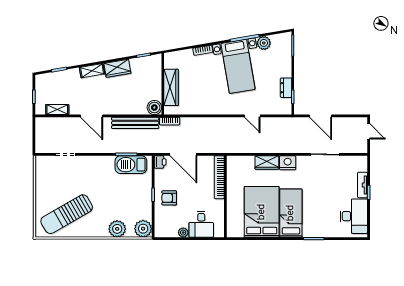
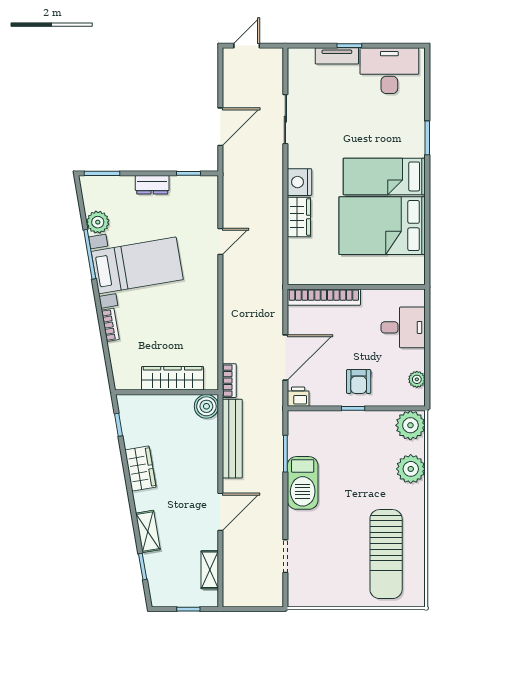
shelving: (92, 71) -> (148, 531), moved
dresser: (286, 88) -> (152, 185), moved
barbecue: (131, 165) -> (303, 483), moved
sun lounger: (67, 214) -> (386, 554), turned 30
plant: (183, 232) -> (417, 379), moved

